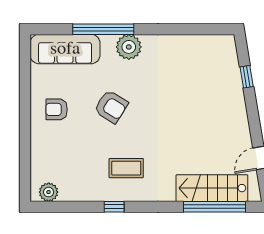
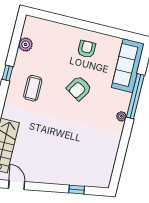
plant: (129, 47) -> (121, 116), width x0.53, depth x0.53
plant: (49, 192) -> (26, 44), moved

